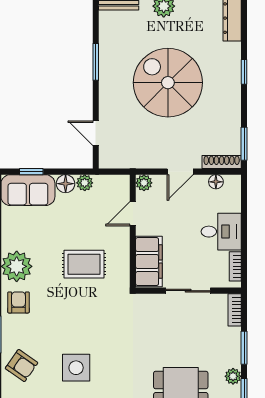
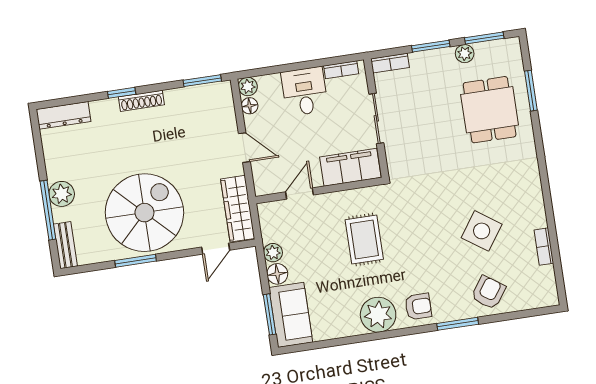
spiral stairs: (168, 83) -> (144, 213), moved, turned 180
wardrobe: (128, 158) -> (238, 209), added
shoe rack: (222, 162) -> (141, 101), moved, turned -90
window: (31, 172) -> (270, 314), width x1.50
plant: (144, 183) -> (248, 87), moved
door: (133, 214) -> (300, 193), swing flipped
armchair: (18, 302) -> (418, 306), turned 180
side table: (76, 368) -> (482, 231), turned 35

